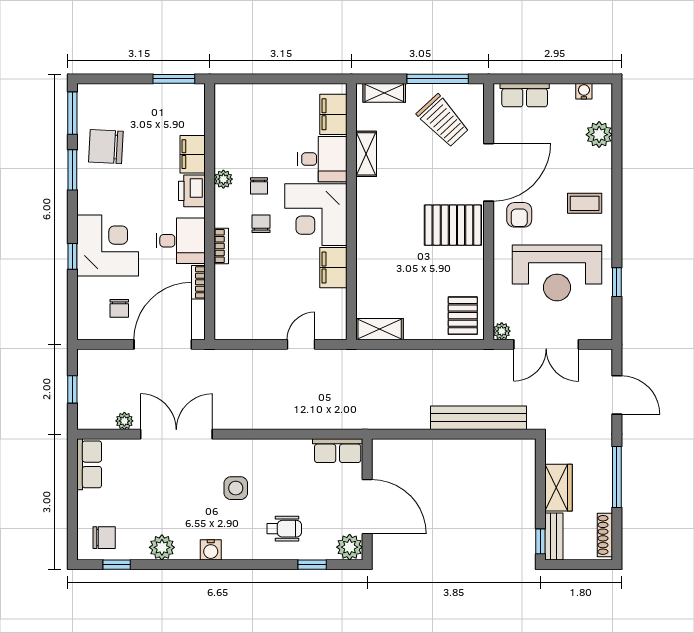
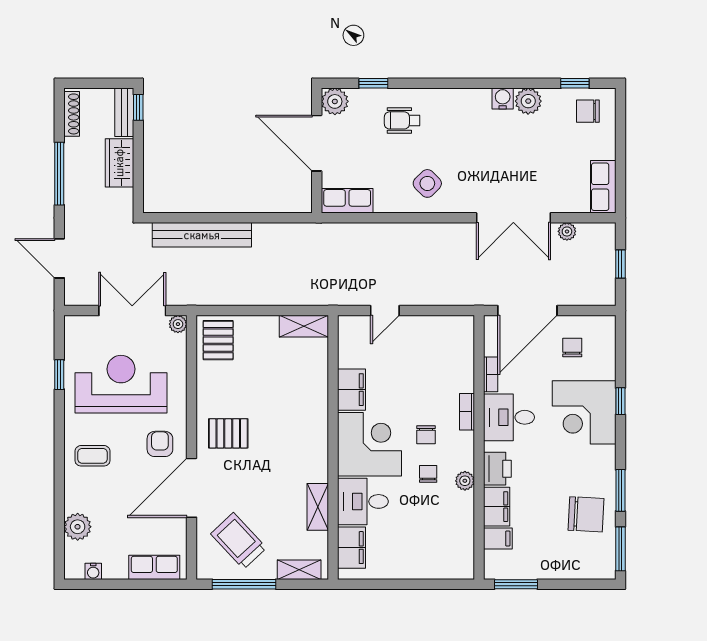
filing cabinet: (191, 123) -> (498, 539), added
pallet: (453, 225) -> (228, 433), width x0.67, depth x0.71
side table: (236, 488) -> (427, 183), moved, turned 45
water cooler: (211, 550) -> (503, 99), moved

